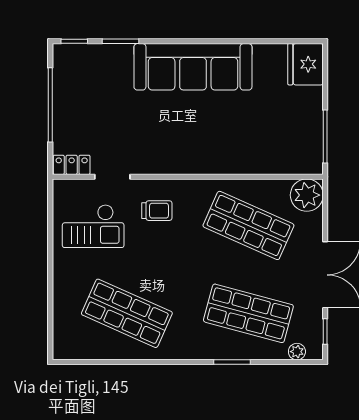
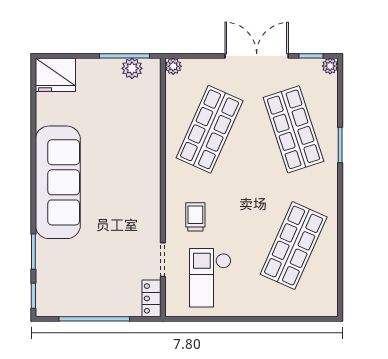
plant: (312, 144) -> (132, 68), added
plant: (307, 195) -> (173, 66), width x0.53, depth x0.53
checkout: (93, 226) -> (210, 278), turned 180
shop shelf: (248, 313) -> (294, 129), turned -33
plant: (297, 352) -> (330, 66), moved

